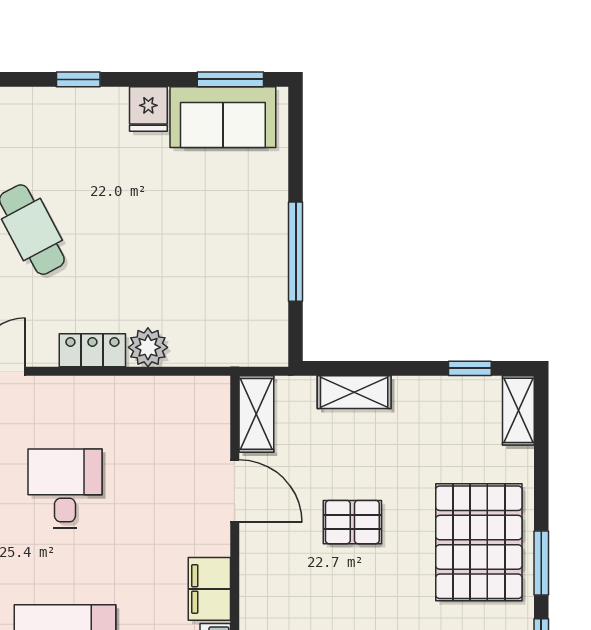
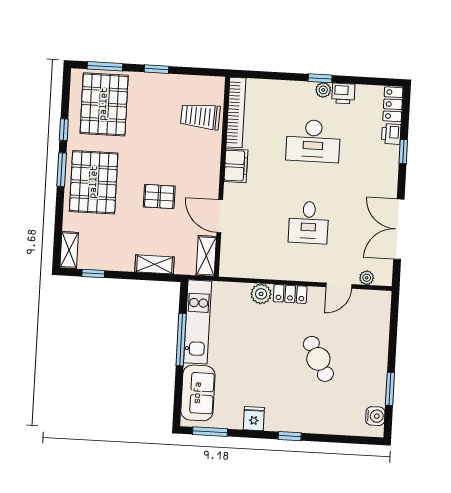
sofa: (223, 117) -> (198, 393), moved, turned 90
kitchen unit: (266, 287) -> (198, 322), added

